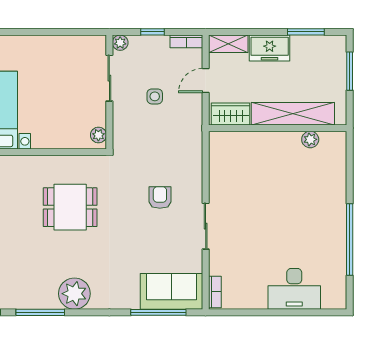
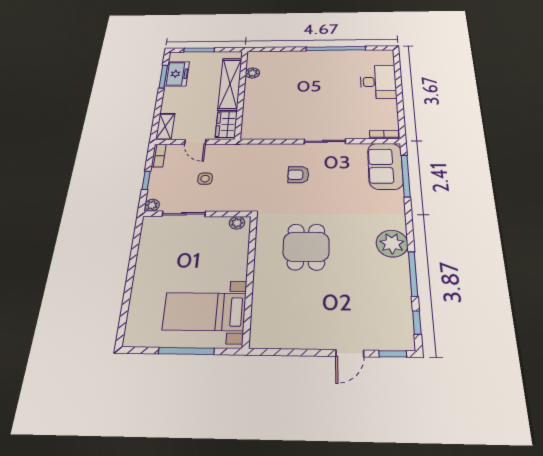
freezer: (270, 48) -> (177, 74), moved

